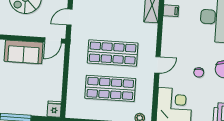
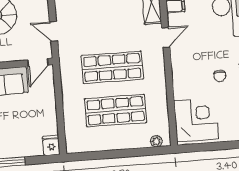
door: (69, 17) -> (54, 31), hinge flipped
door: (157, 65) -> (166, 38), moved

